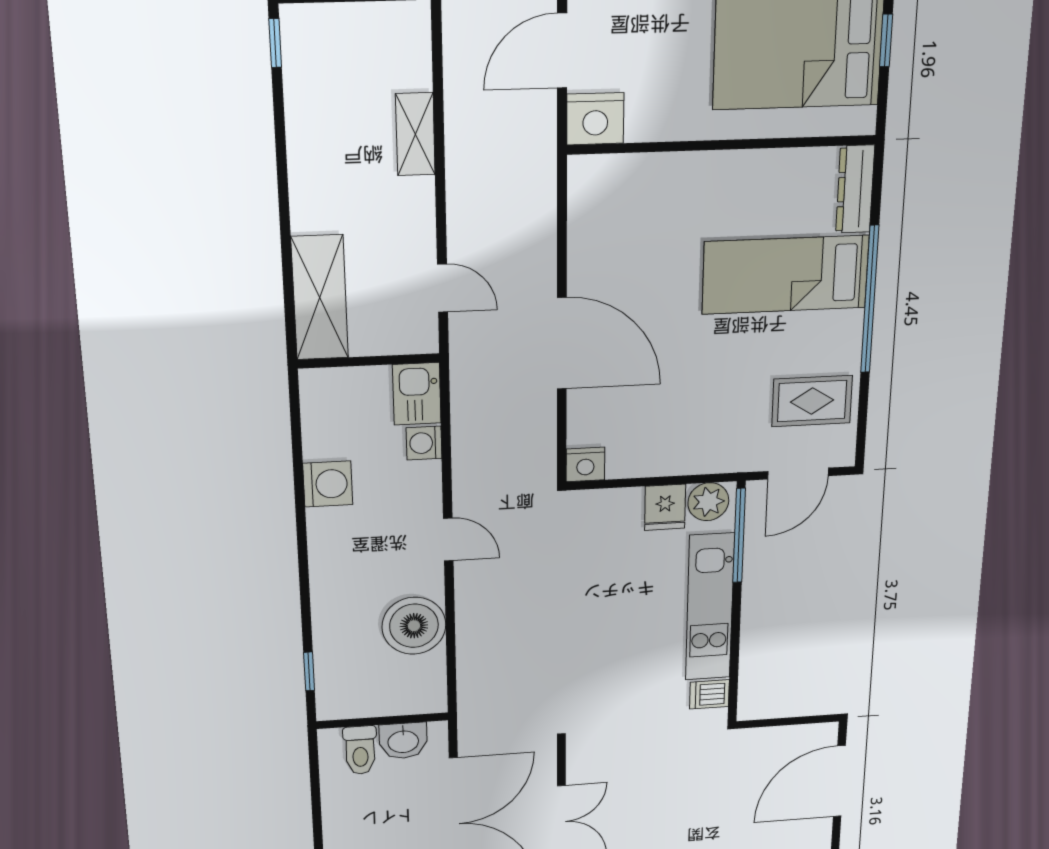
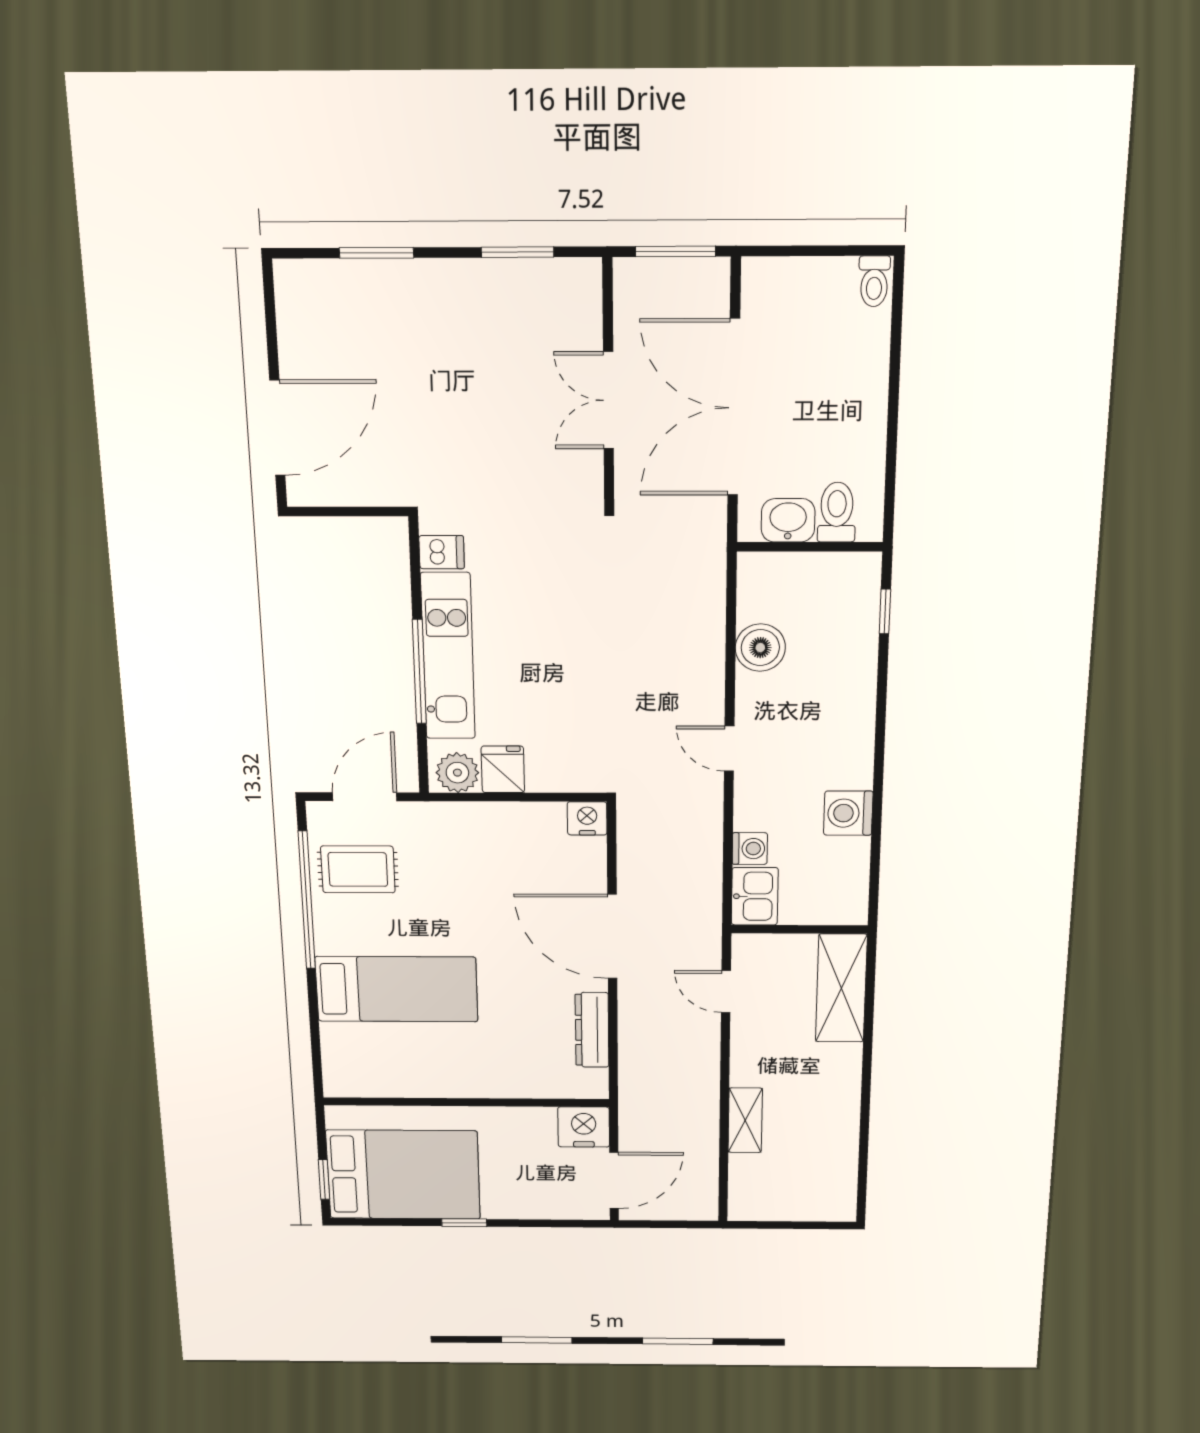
window: (275, 43) -> (862, 1193), removed
dresser: (855, 189) -> (592, 1030), moved, turned 180
window: (870, 300) -> (307, 900), moved
window: (739, 536) -> (419, 672), moved
boiler: (414, 626) -> (760, 648), width x0.73, depth x0.73

